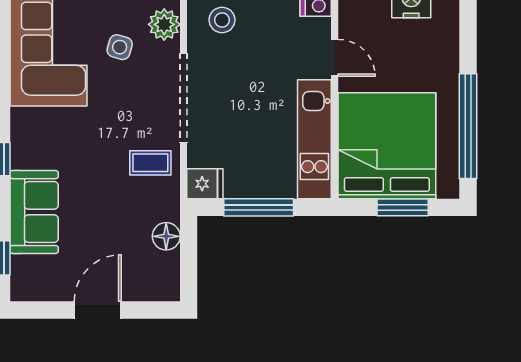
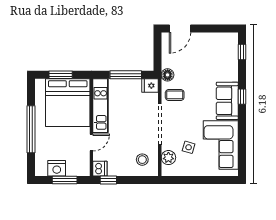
door: (335, 58) -> (91, 142), swing flipped
window: (468, 126) -> (31, 129), moved
sofa: (34, 212) -> (227, 101), moved
floor lamp: (166, 236) -> (168, 75), moved
door: (98, 310) -> (180, 28), moved

